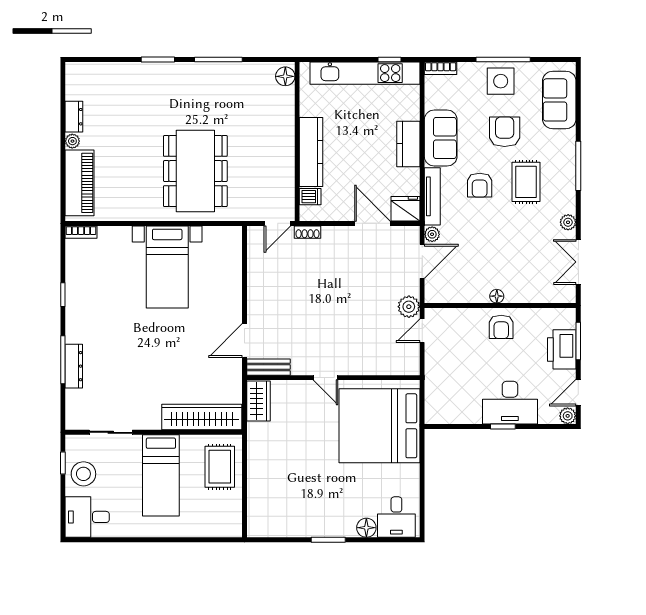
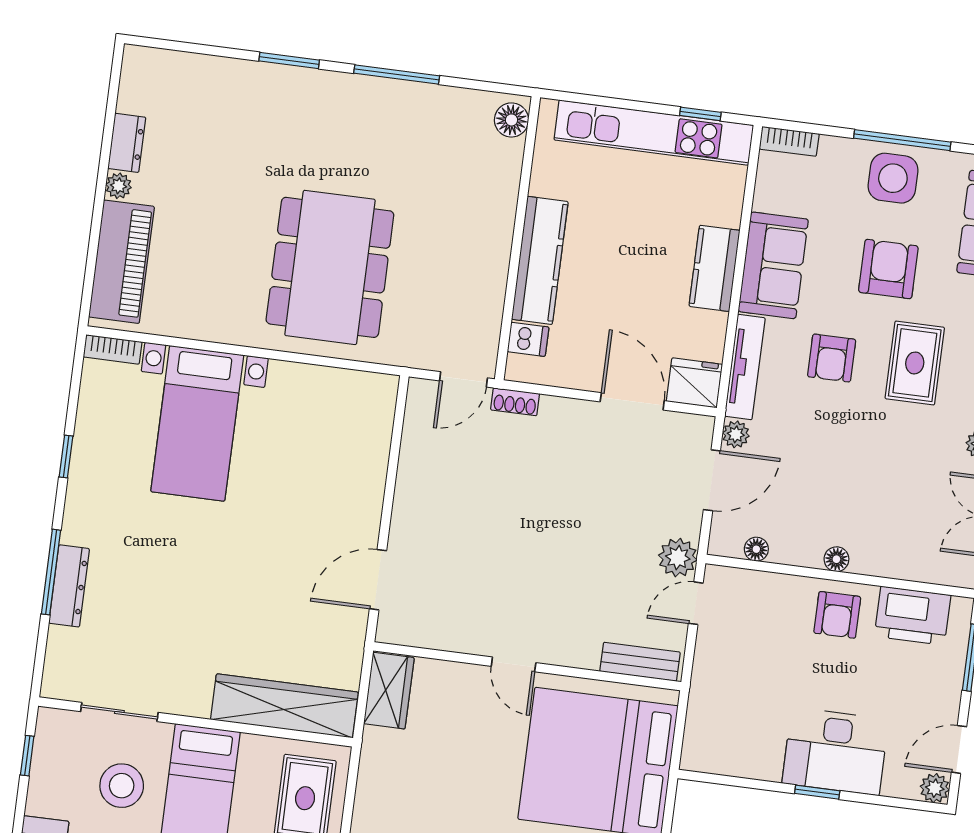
bed with nightstands: (167, 267) -> (197, 423), moved
floor lamp: (452, 296) -> (756, 549), added
printer: (562, 349) -> (913, 616), moved, turned -90
bench: (268, 367) -> (640, 662), moved
stool: (83, 474) -> (122, 786), moved

